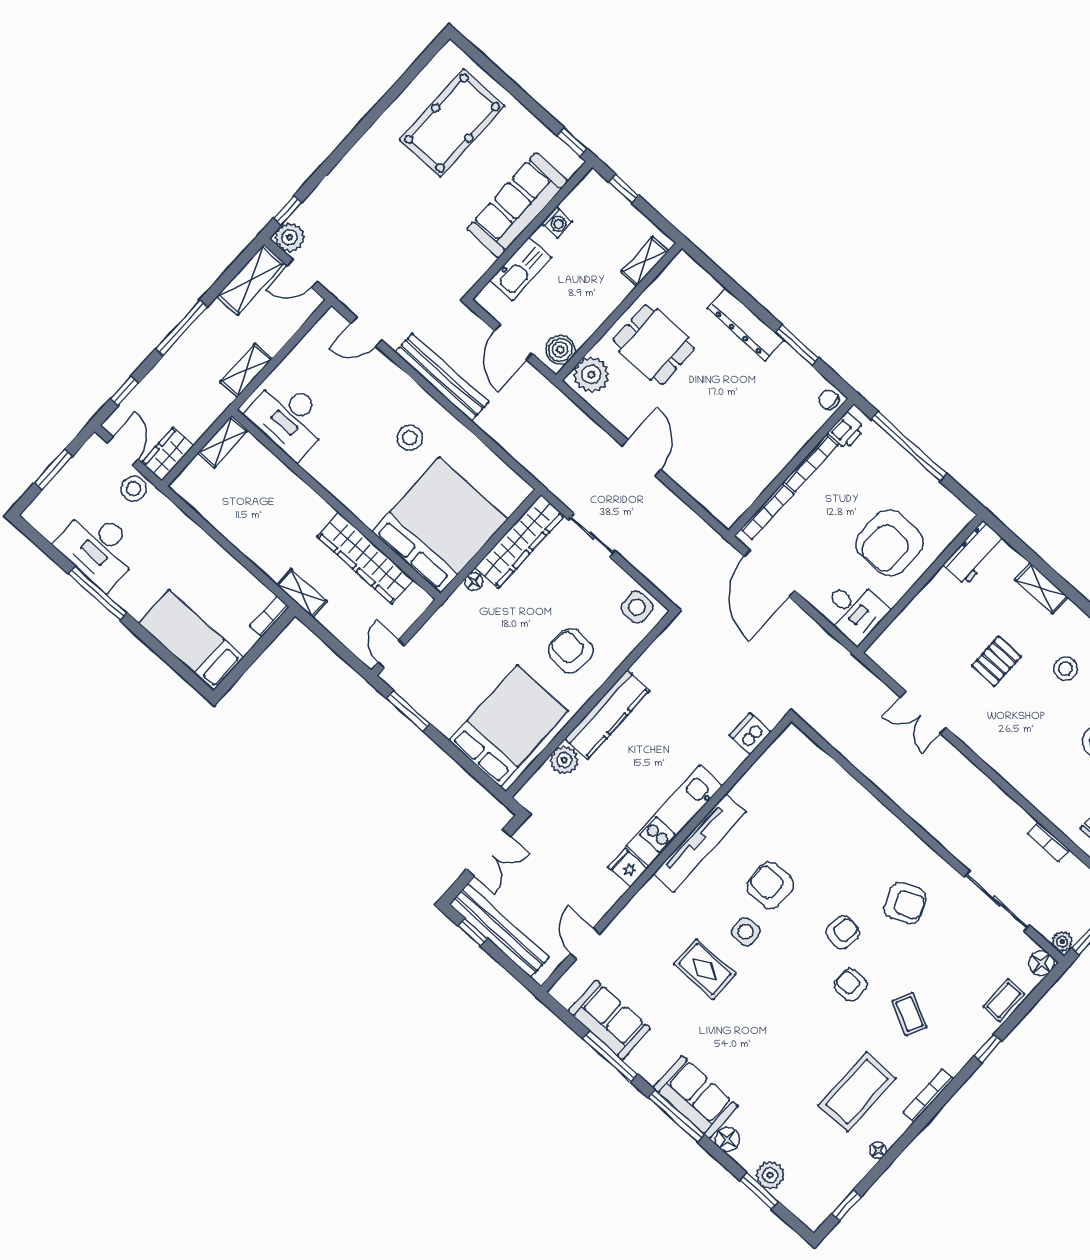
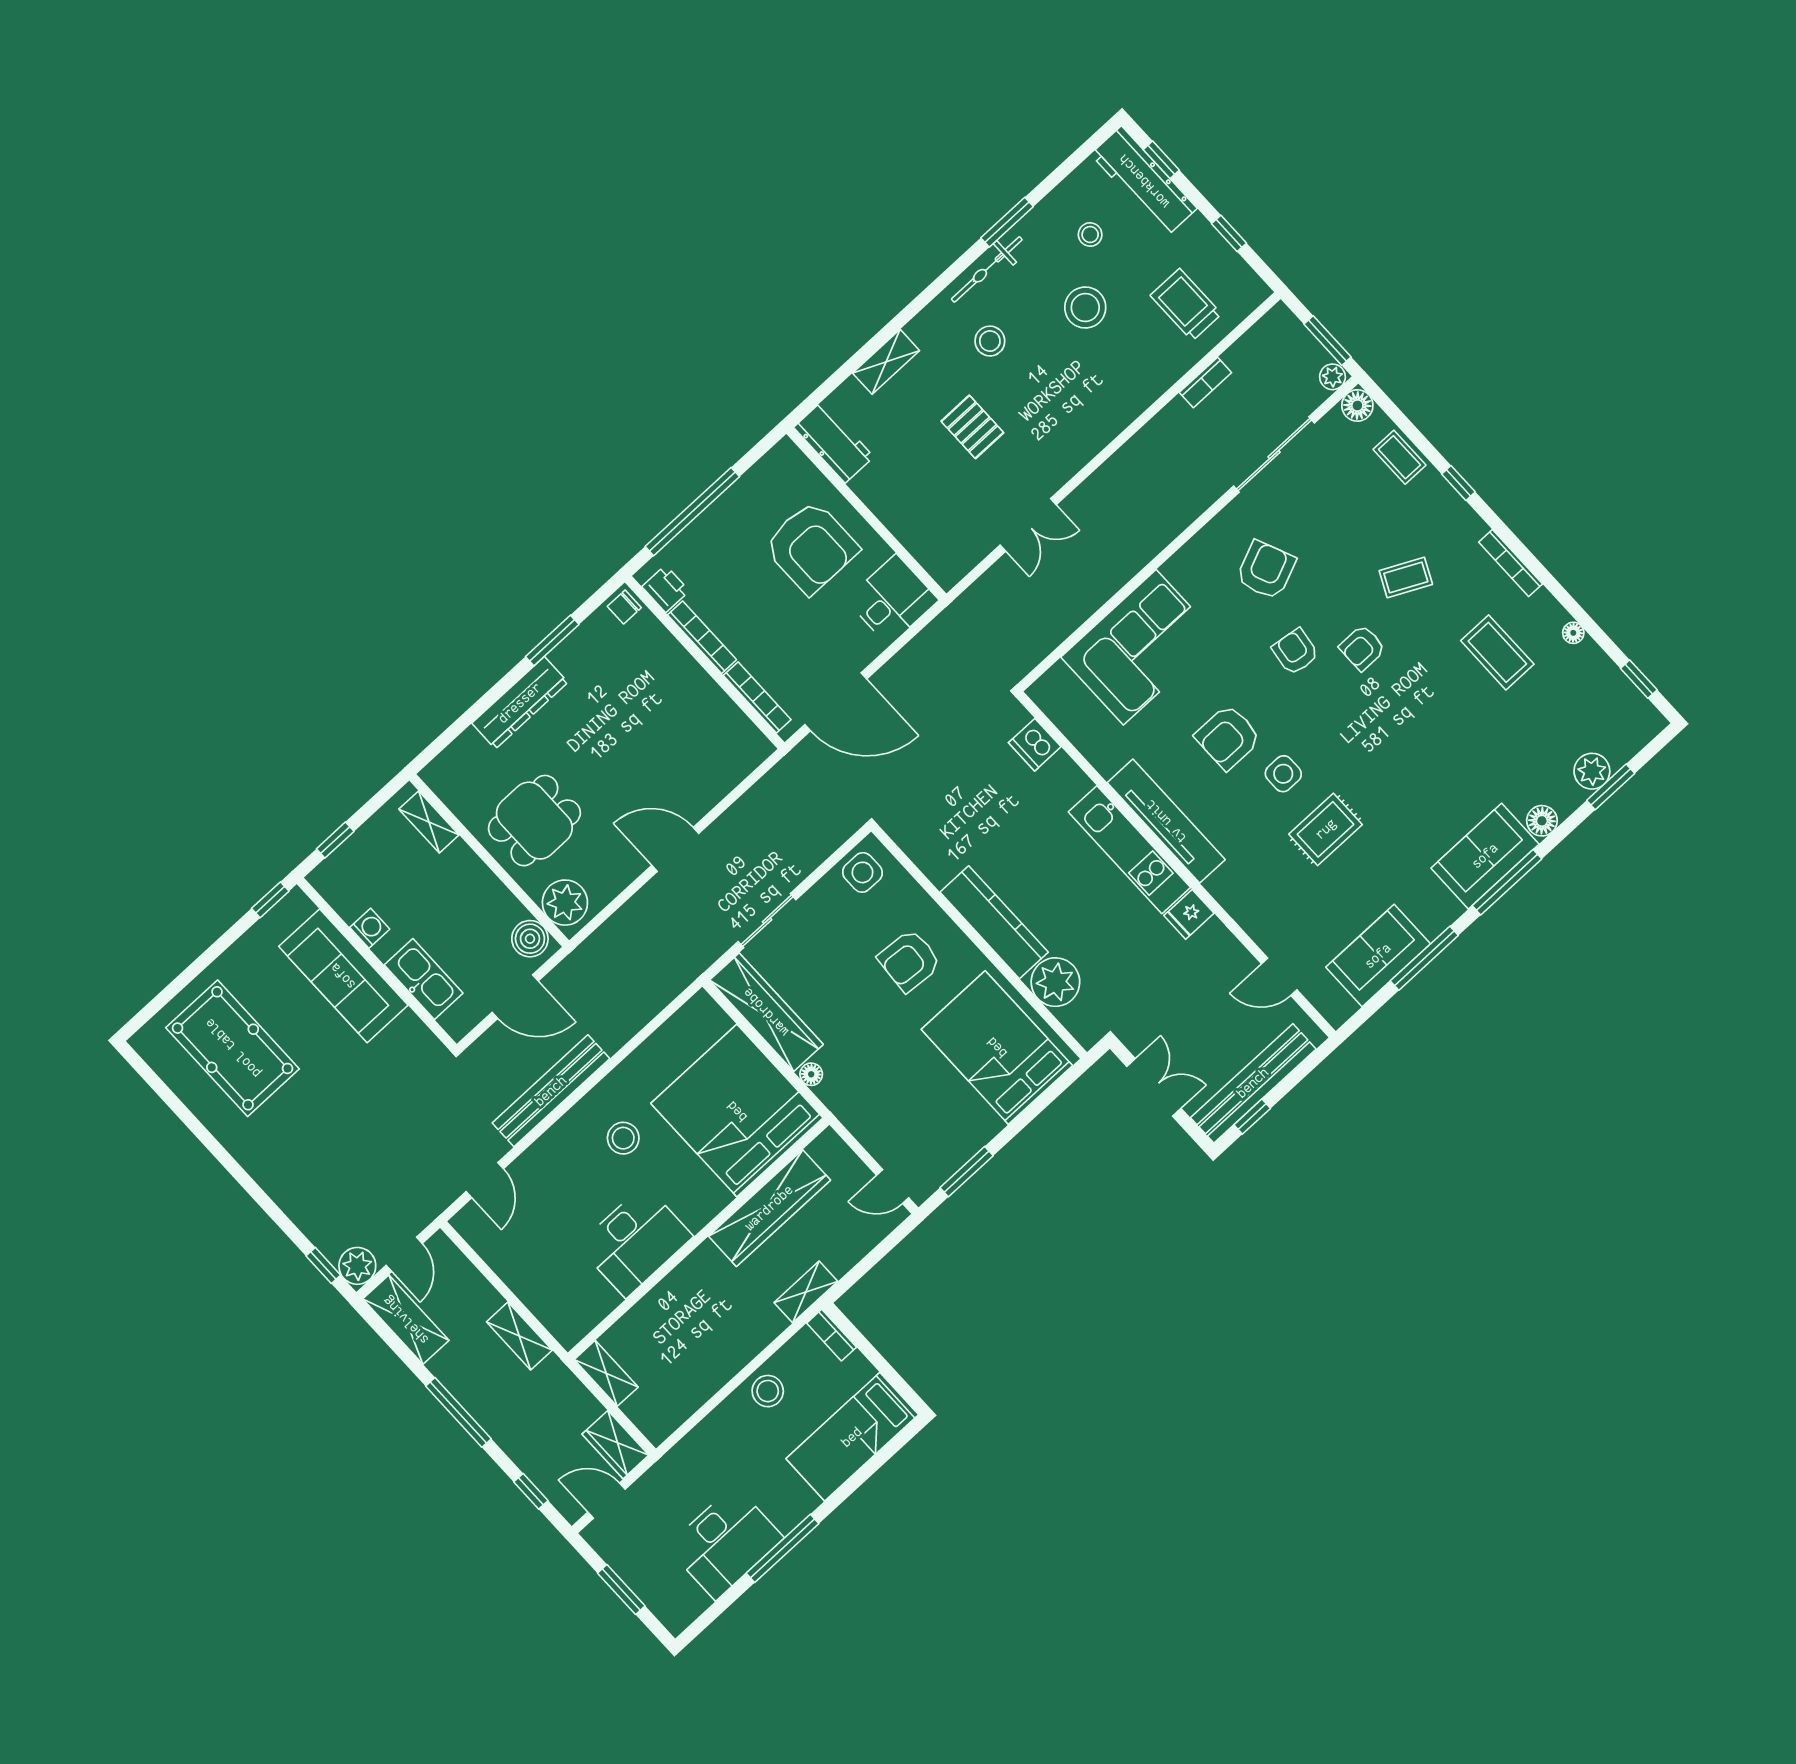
desk: (289, 418) -> (635, 1241), moved
stool: (134, 489) -> (768, 1391), moved
plant: (564, 760) -> (1055, 982), width x1.36, depth x1.36
corner sofa: (835, 809) -> (1140, 647), added
coffee table: (857, 1092) -> (1497, 652), width x0.73, depth x0.76

